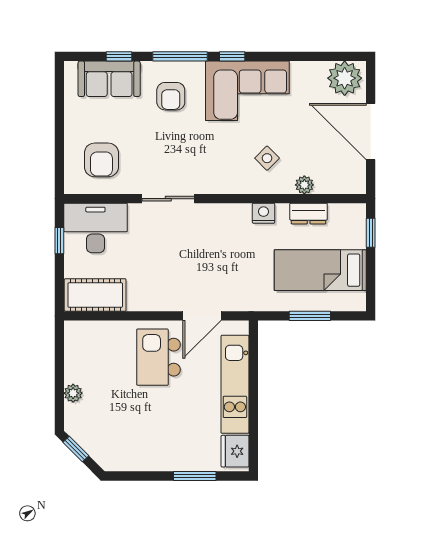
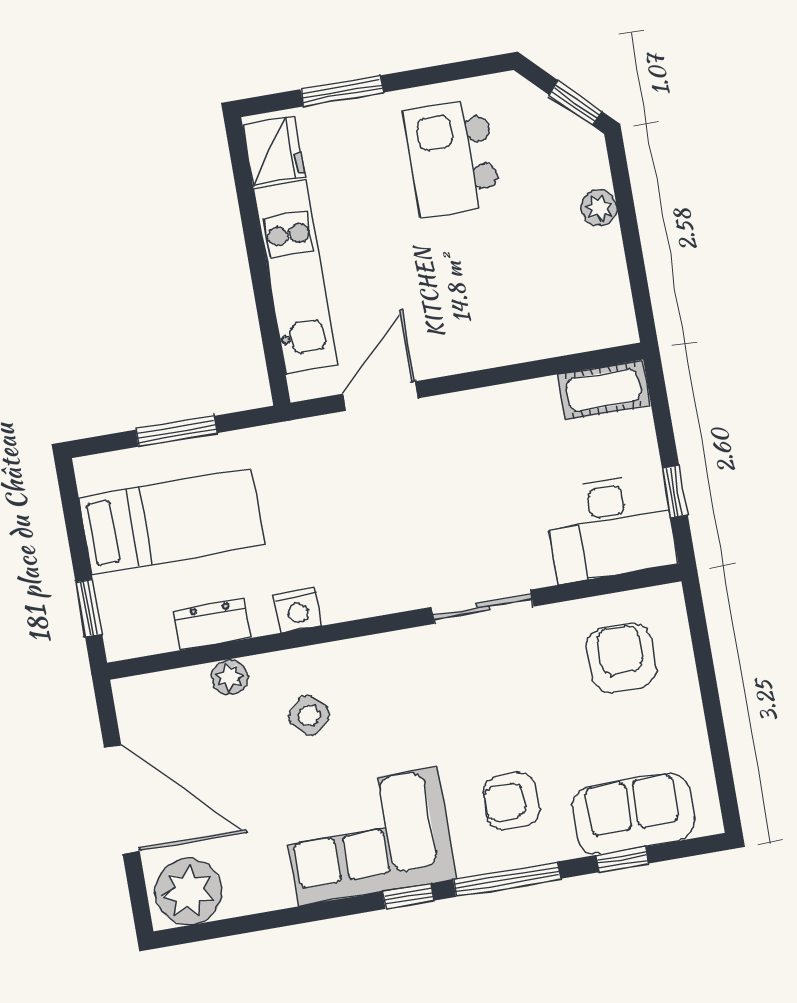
armchair: (171, 96) -> (511, 801), turned -90
cot: (95, 295) -> (603, 390), width x0.73, depth x0.75
kitchen island: (159, 357) -> (452, 157), moved, turned 180

